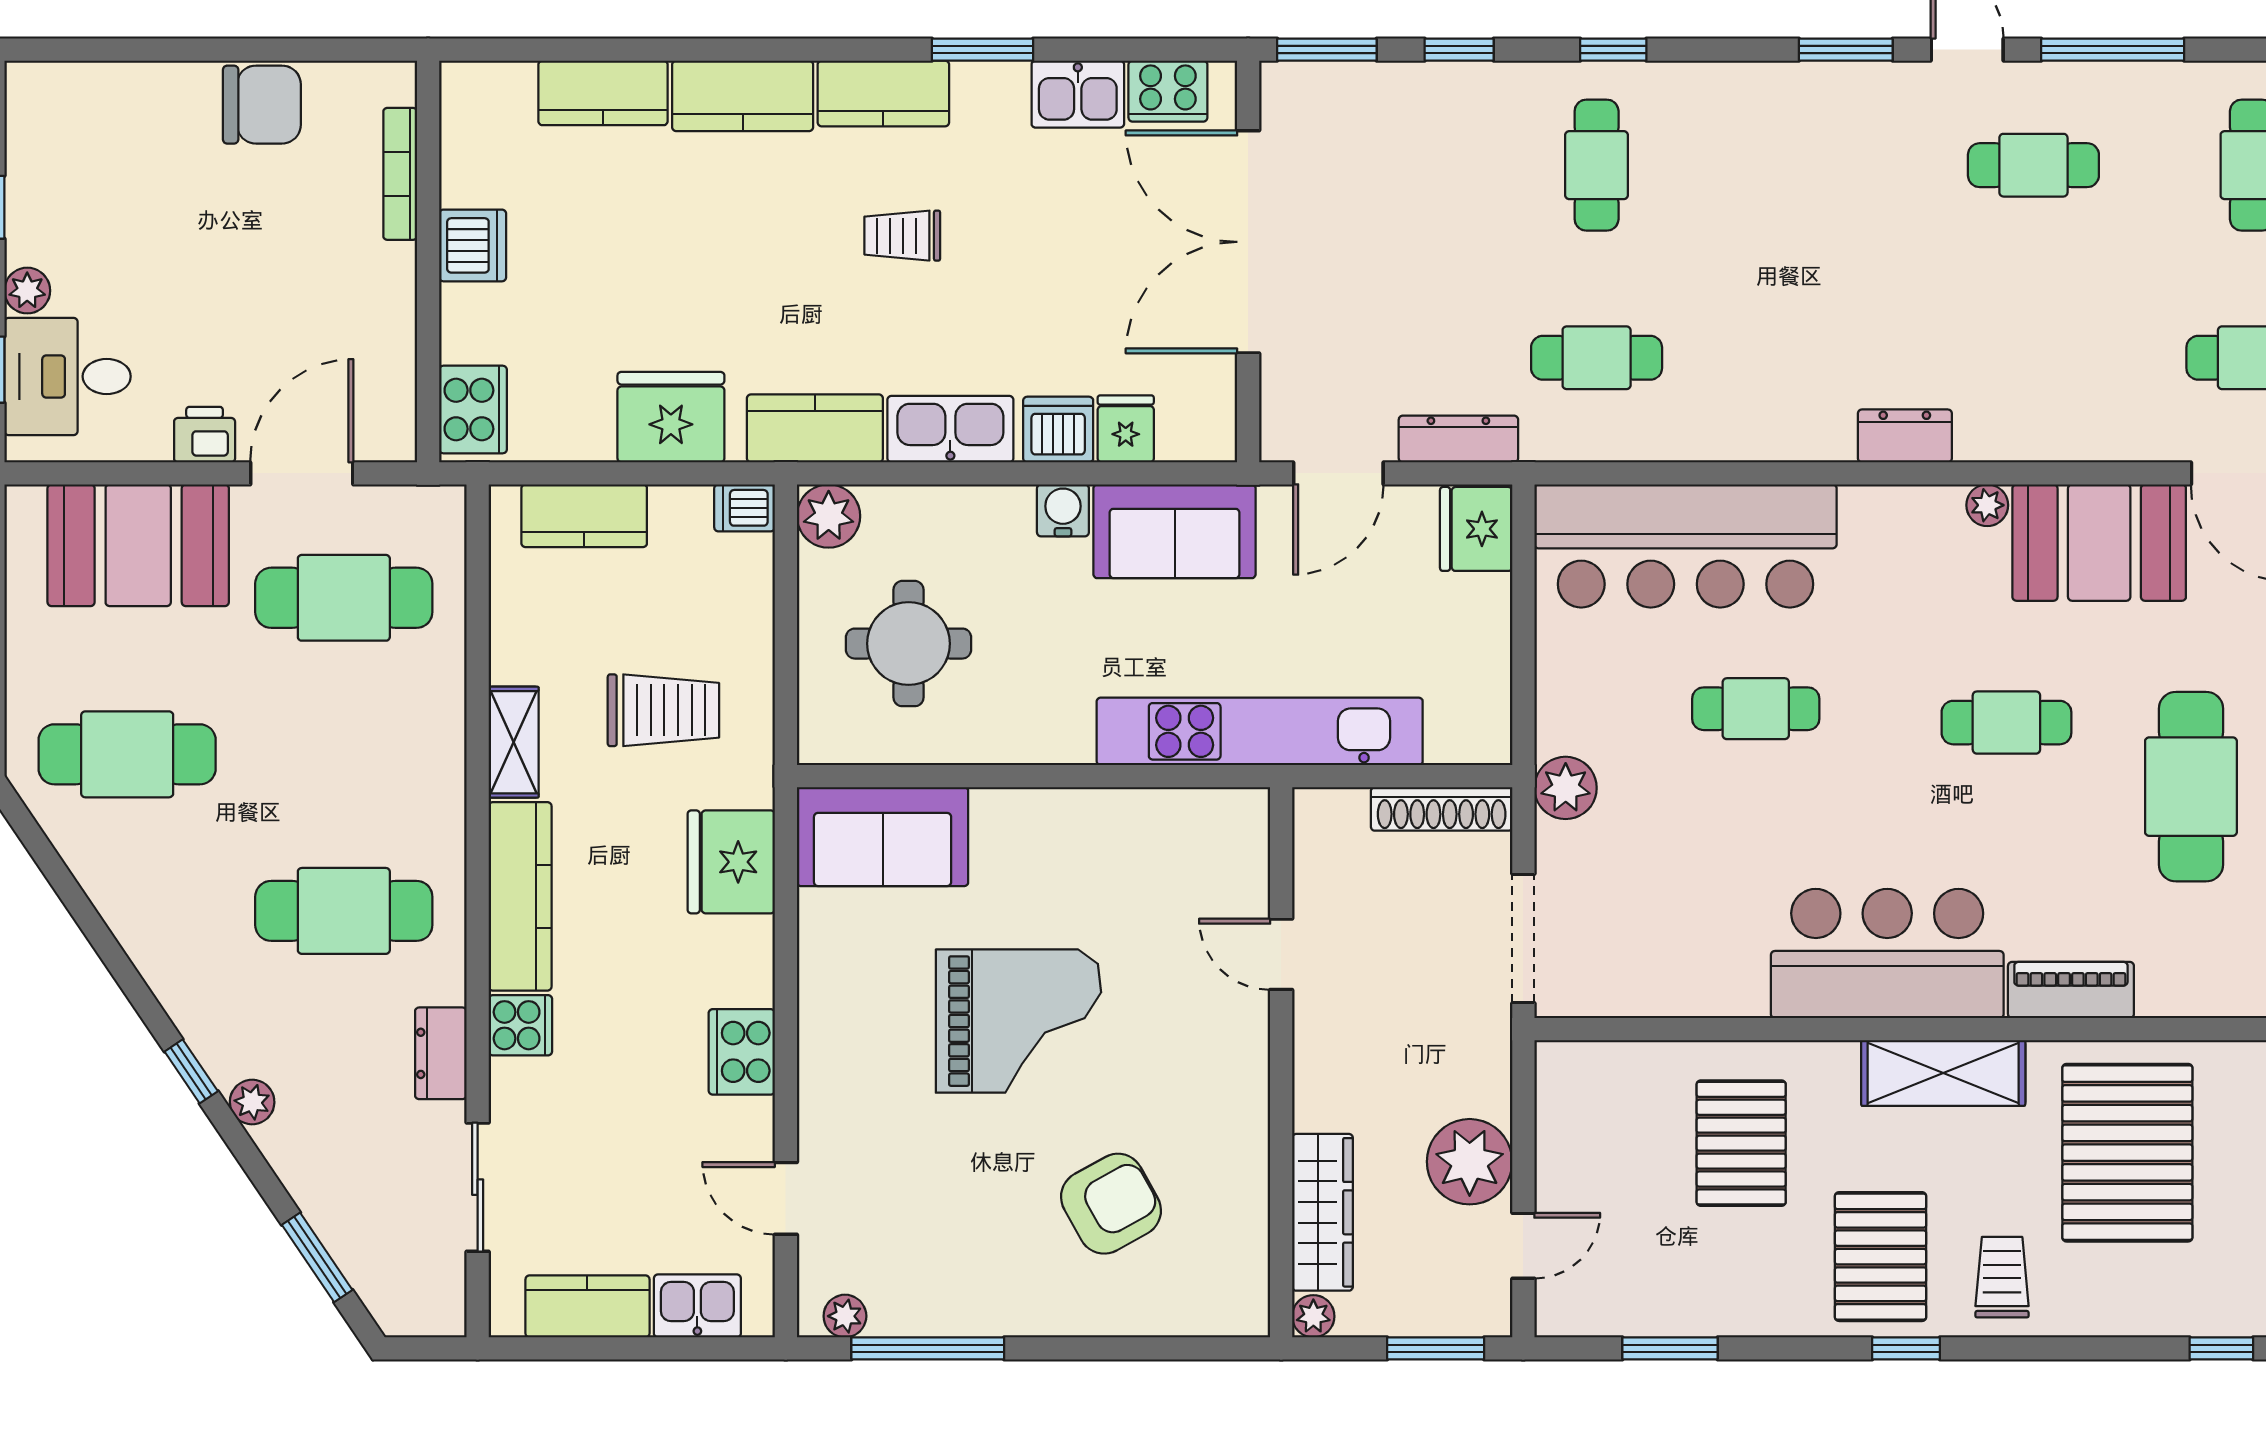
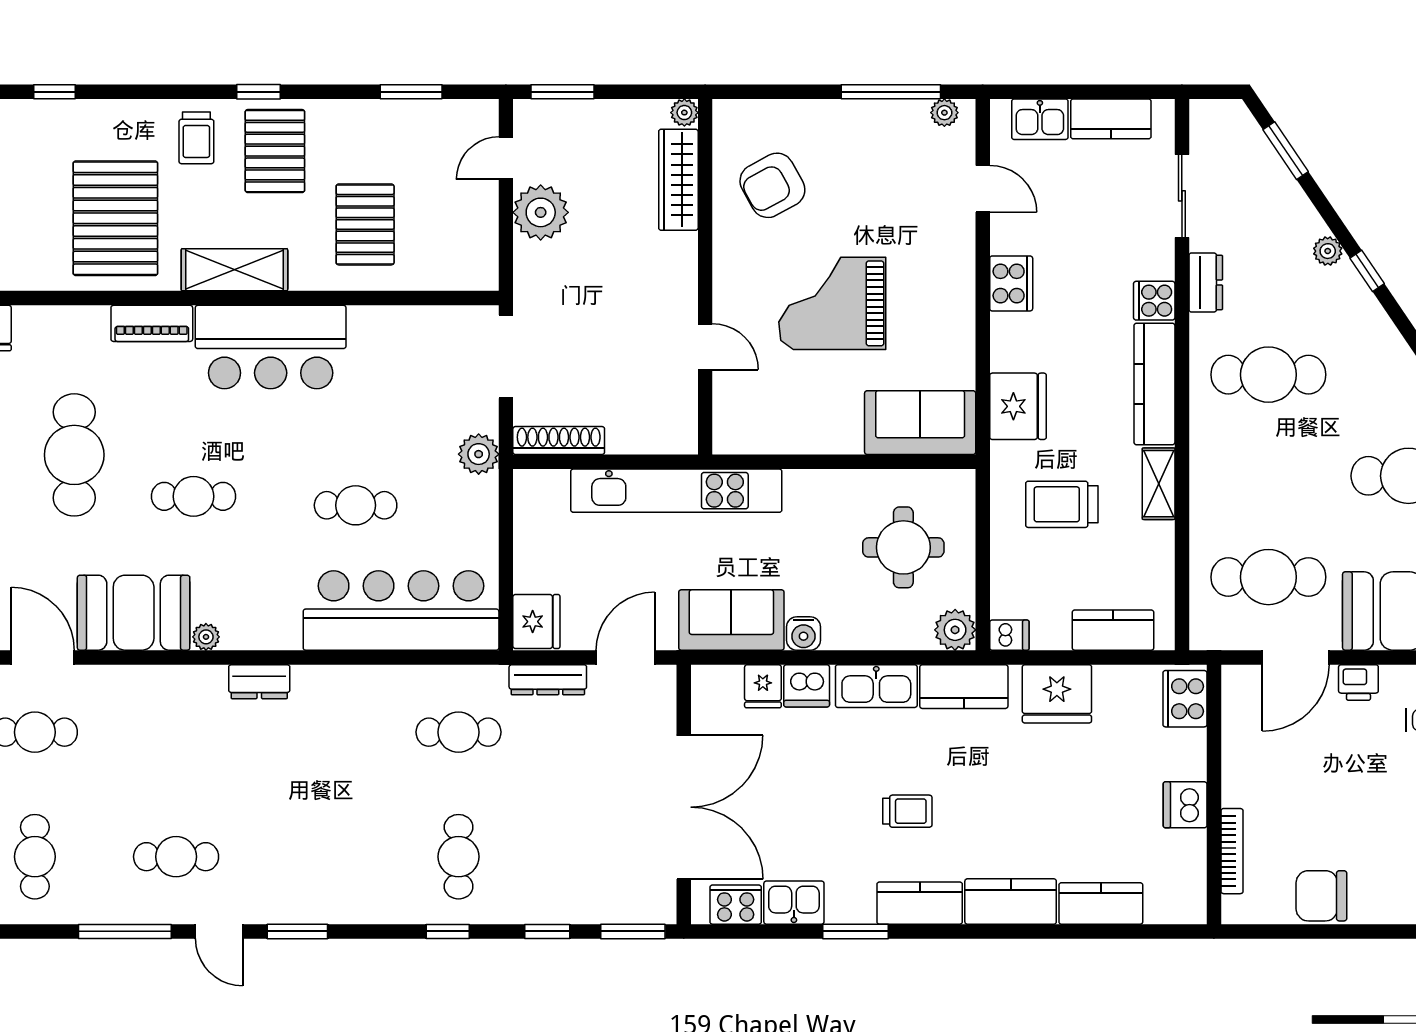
door: (1281, 954) -> (705, 347), moved
wall: (1281, 1062) -> (705, 277), moved
wardrobe: (1322, 1212) -> (678, 180), moved
plant: (1313, 1316) -> (684, 113), moved

